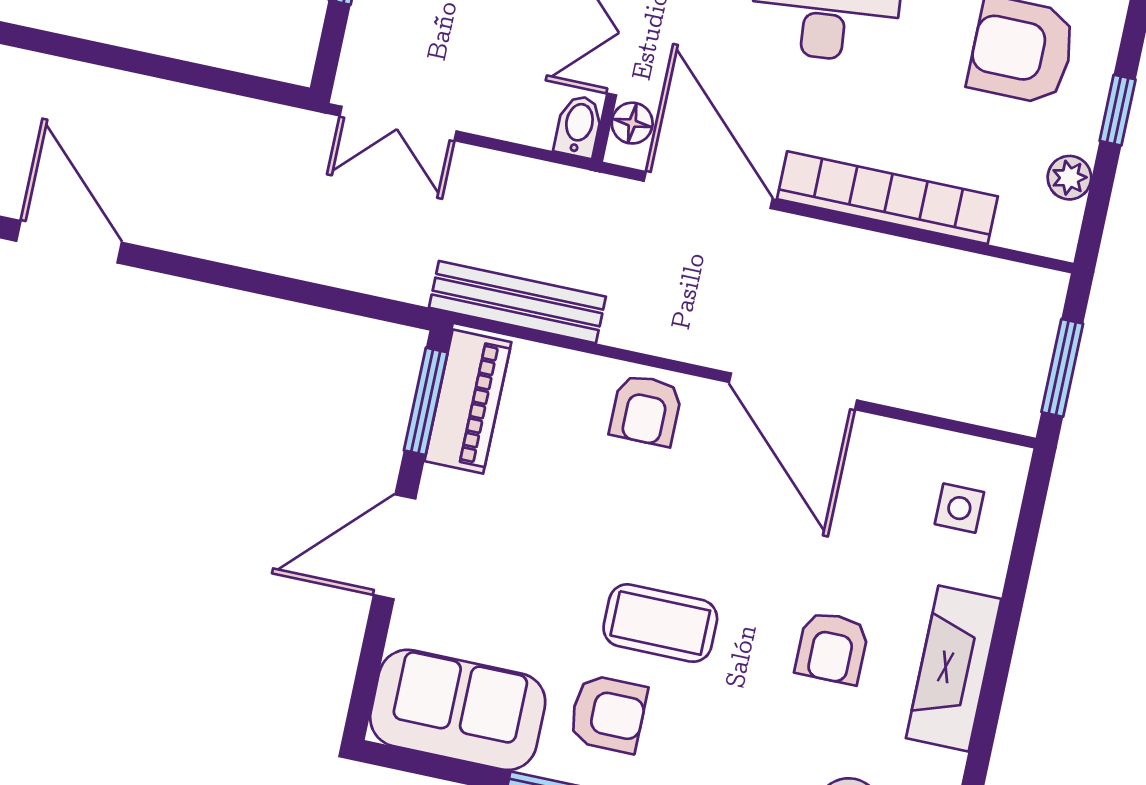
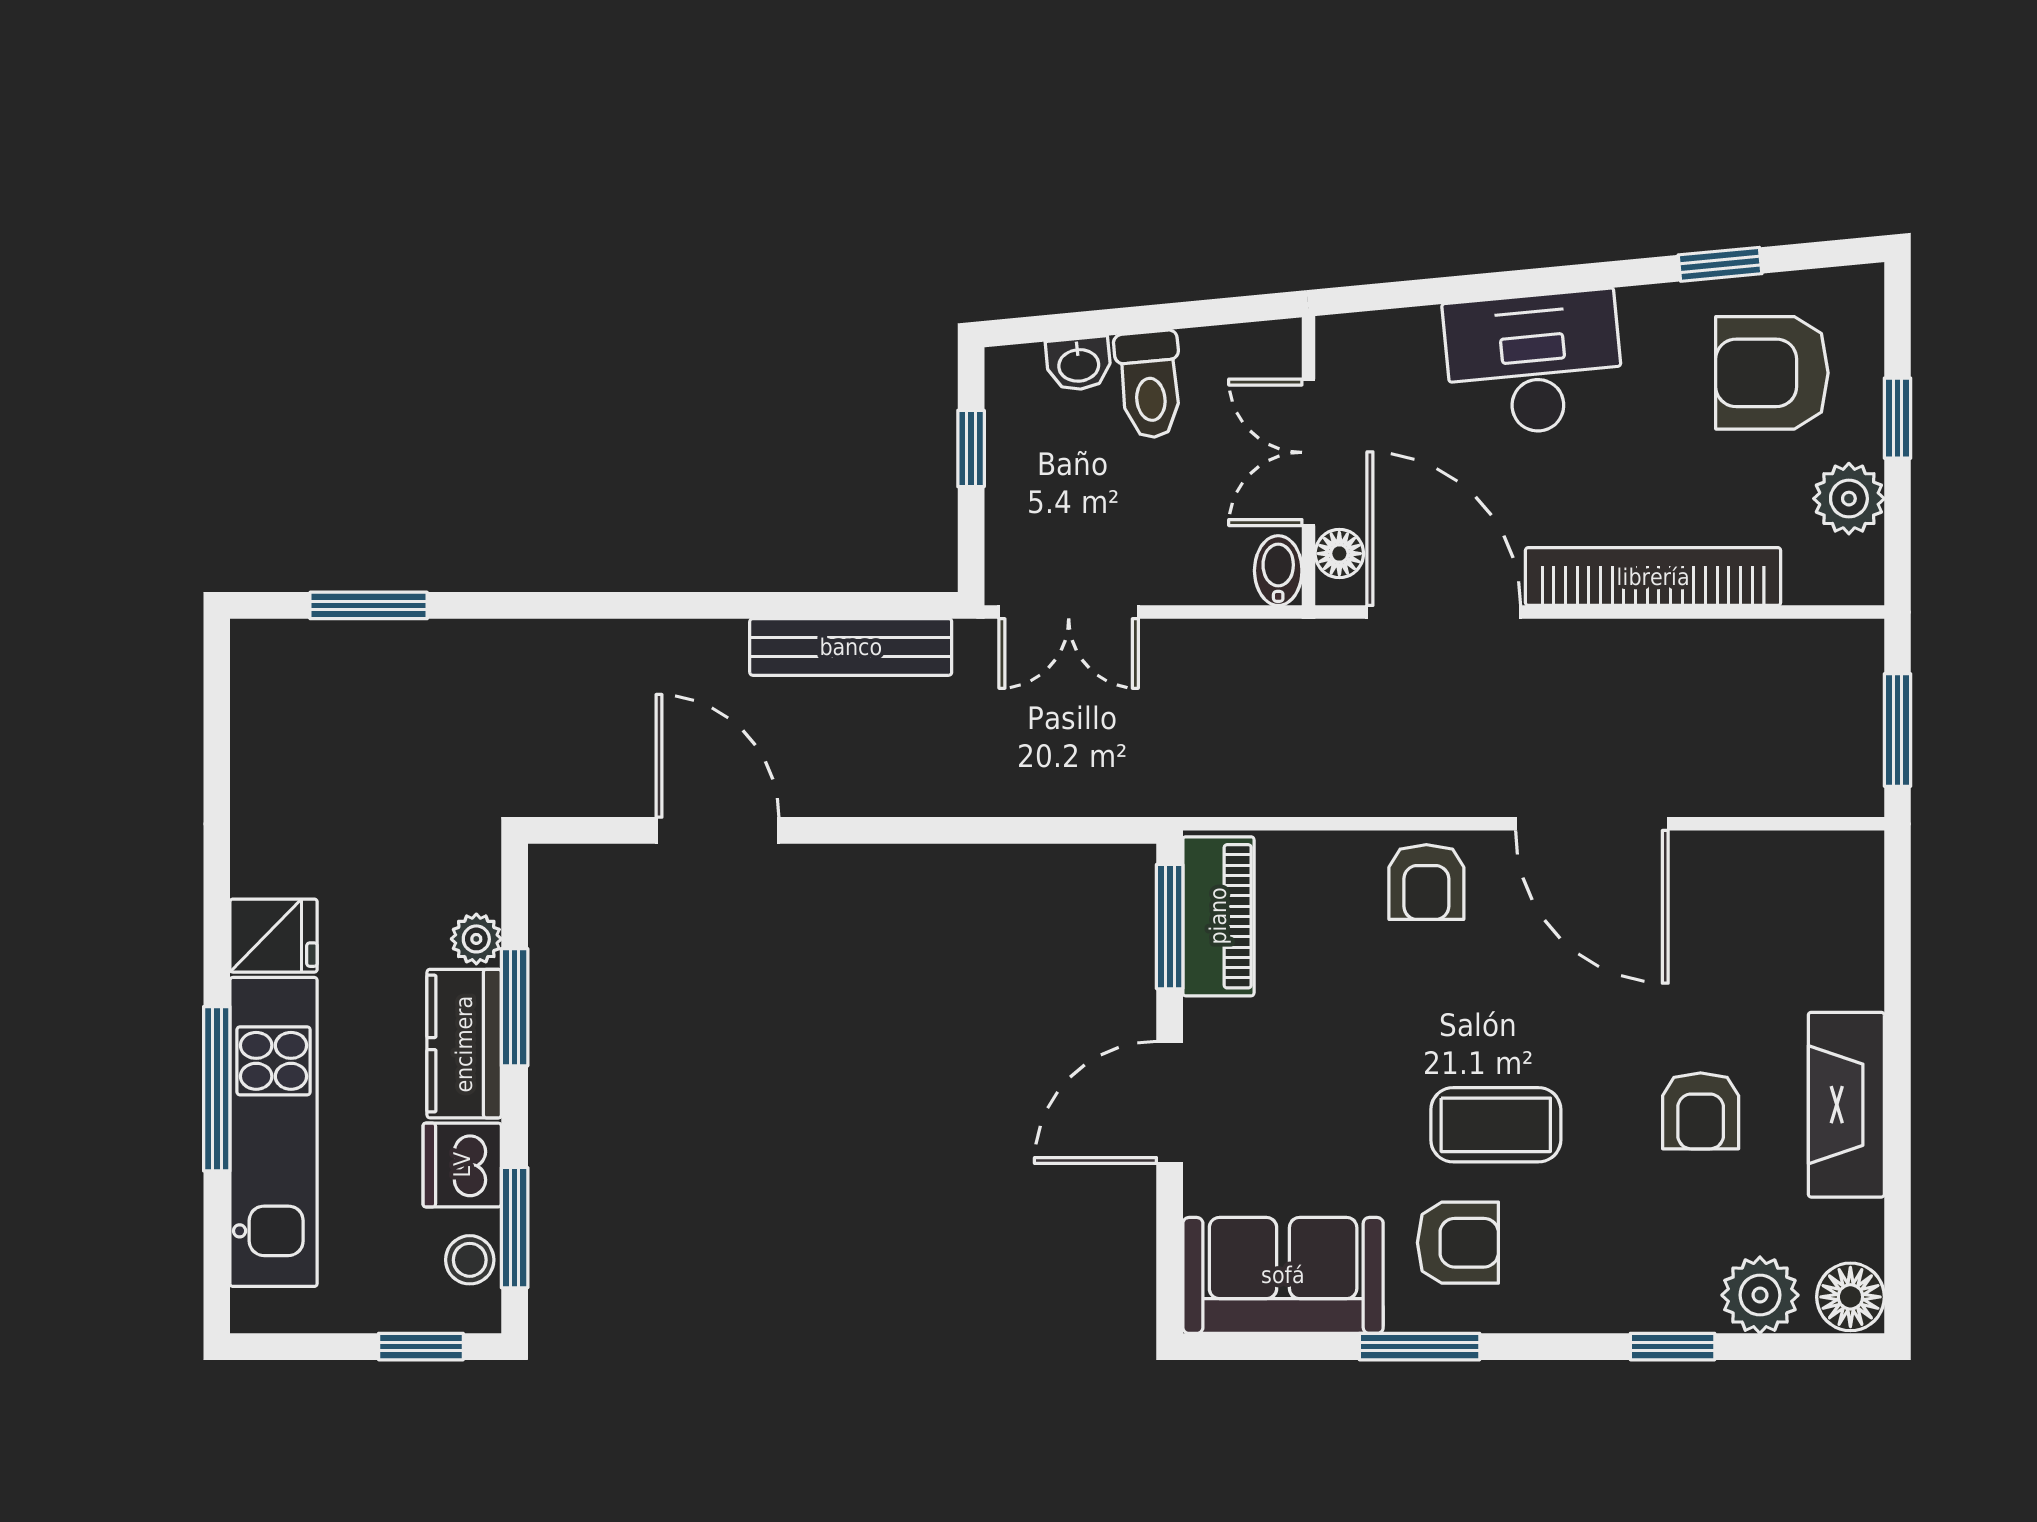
plant: (1069, 178) -> (1849, 499), width x1.38, depth x1.38
bench: (517, 302) -> (851, 647), moved
side table: (959, 508) -> (1813, 918), removed

